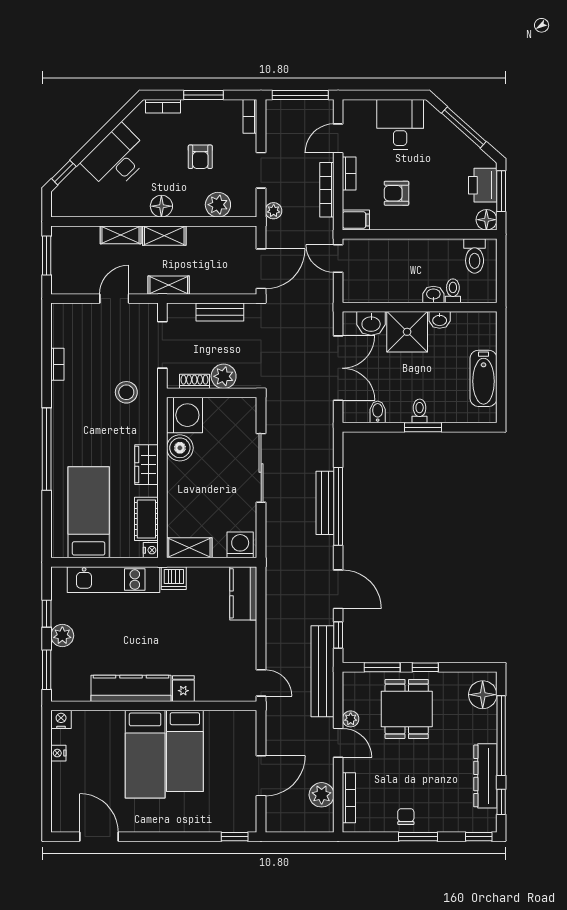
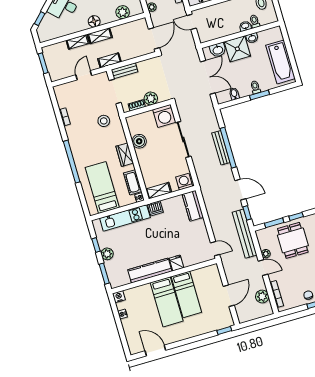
bench: (220, 312) -> (125, 71), moved
bathtub: (484, 378) -> (281, 62), width x1.36, depth x1.36
washing machine: (185, 415) -> (164, 116), moved, turned 90

